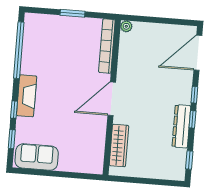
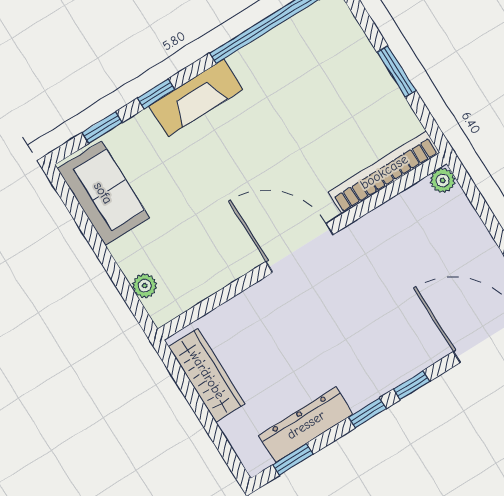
dresser: (181, 126) -> (306, 425), moved
wardrobe: (119, 146) -> (207, 375), moved, turned -90
plant: (83, 167) -> (145, 286), added

